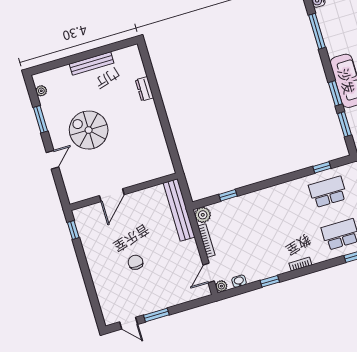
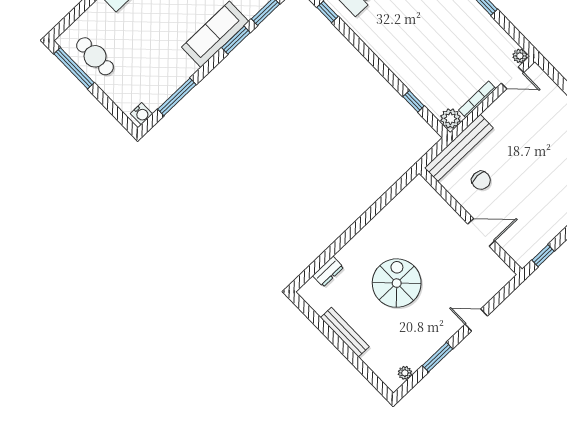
dresser: (145, 89) -> (328, 271), moved
spiral stairs: (89, 130) -> (397, 283), moved, turned 180
chair: (136, 262) -> (481, 180), moved, turned -90
washbasin: (239, 281) -> (504, 39), removed

